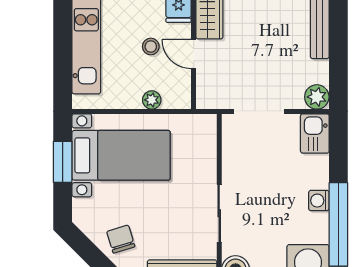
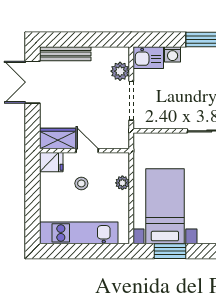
door: (194, 54) -> (87, 151), swing flipped
plant: (317, 97) -> (120, 71), moved
washing machine: (319, 201) -> (173, 54), moved

